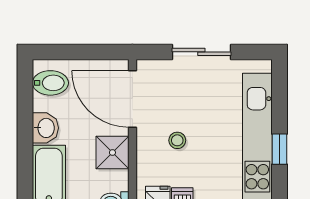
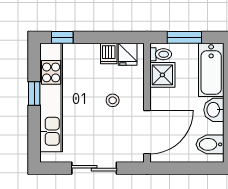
door: (132, 99) -> (147, 132), hinge flipped
shower: (112, 153) -> (162, 75), moved

